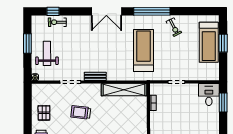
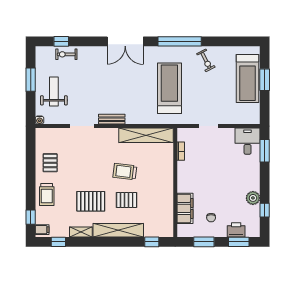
trolley: (81, 112) -> (125, 172), moved

